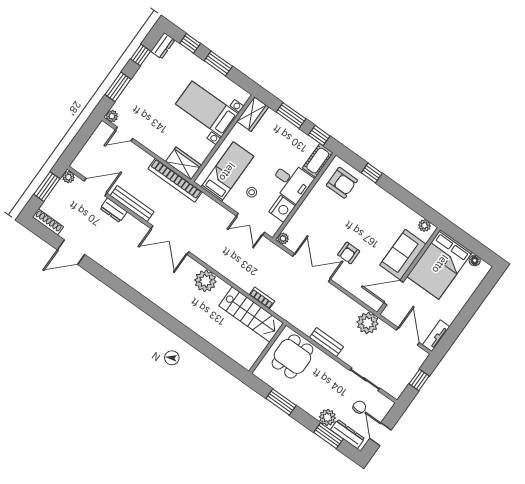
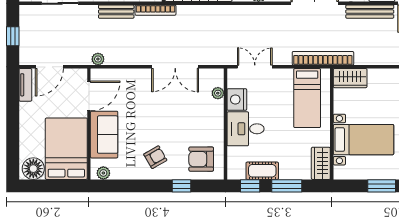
cot: (318, 161) -> (262, 171), moved, turned 90
bookcase: (175, 180) -> (323, 58), moved
stool: (252, 192) -> (273, 95), removed
plant: (283, 238) -> (218, 93), moved
armchair: (349, 253) -> (155, 157), moved, turned 60
floor lamp: (475, 260) -> (33, 169), width x1.89, depth x1.89
bookcase: (262, 298) -> (155, 10), moved, width x1.56
plant: (368, 323) -> (98, 59), width x0.53, depth x0.53
door: (408, 336) -> (49, 67), hinge flipped

